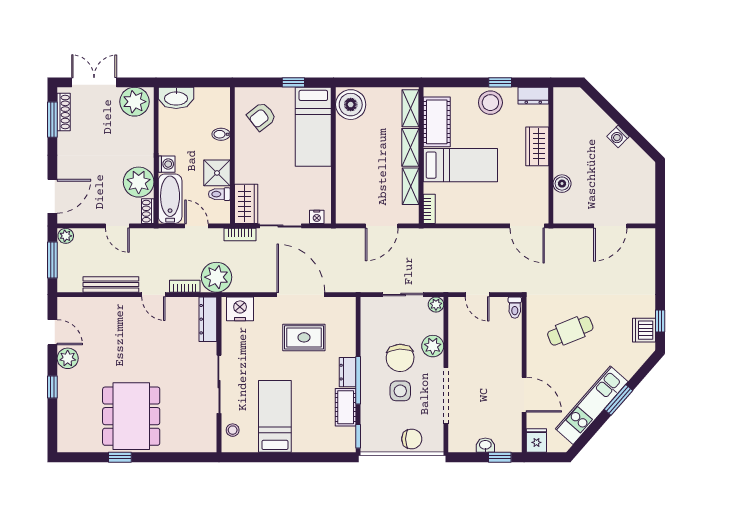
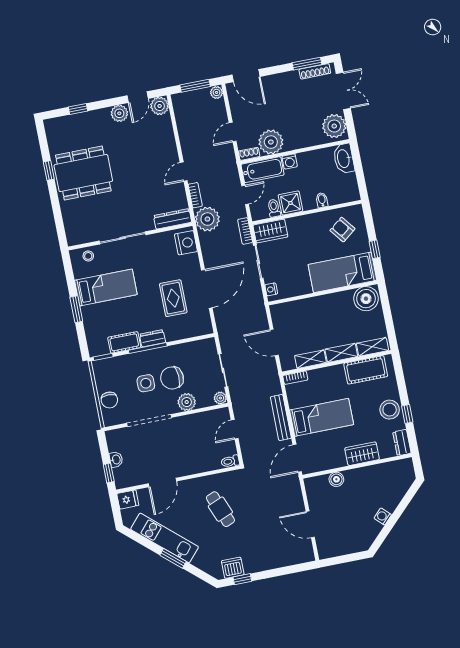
bed: (460, 165) -> (322, 417), moved, turned -90
bench: (111, 285) -> (281, 418), moved
plant: (68, 308) -> (160, 106), added
window: (52, 387) -> (78, 109), moved
window: (294, 457) -> (76, 309), added

